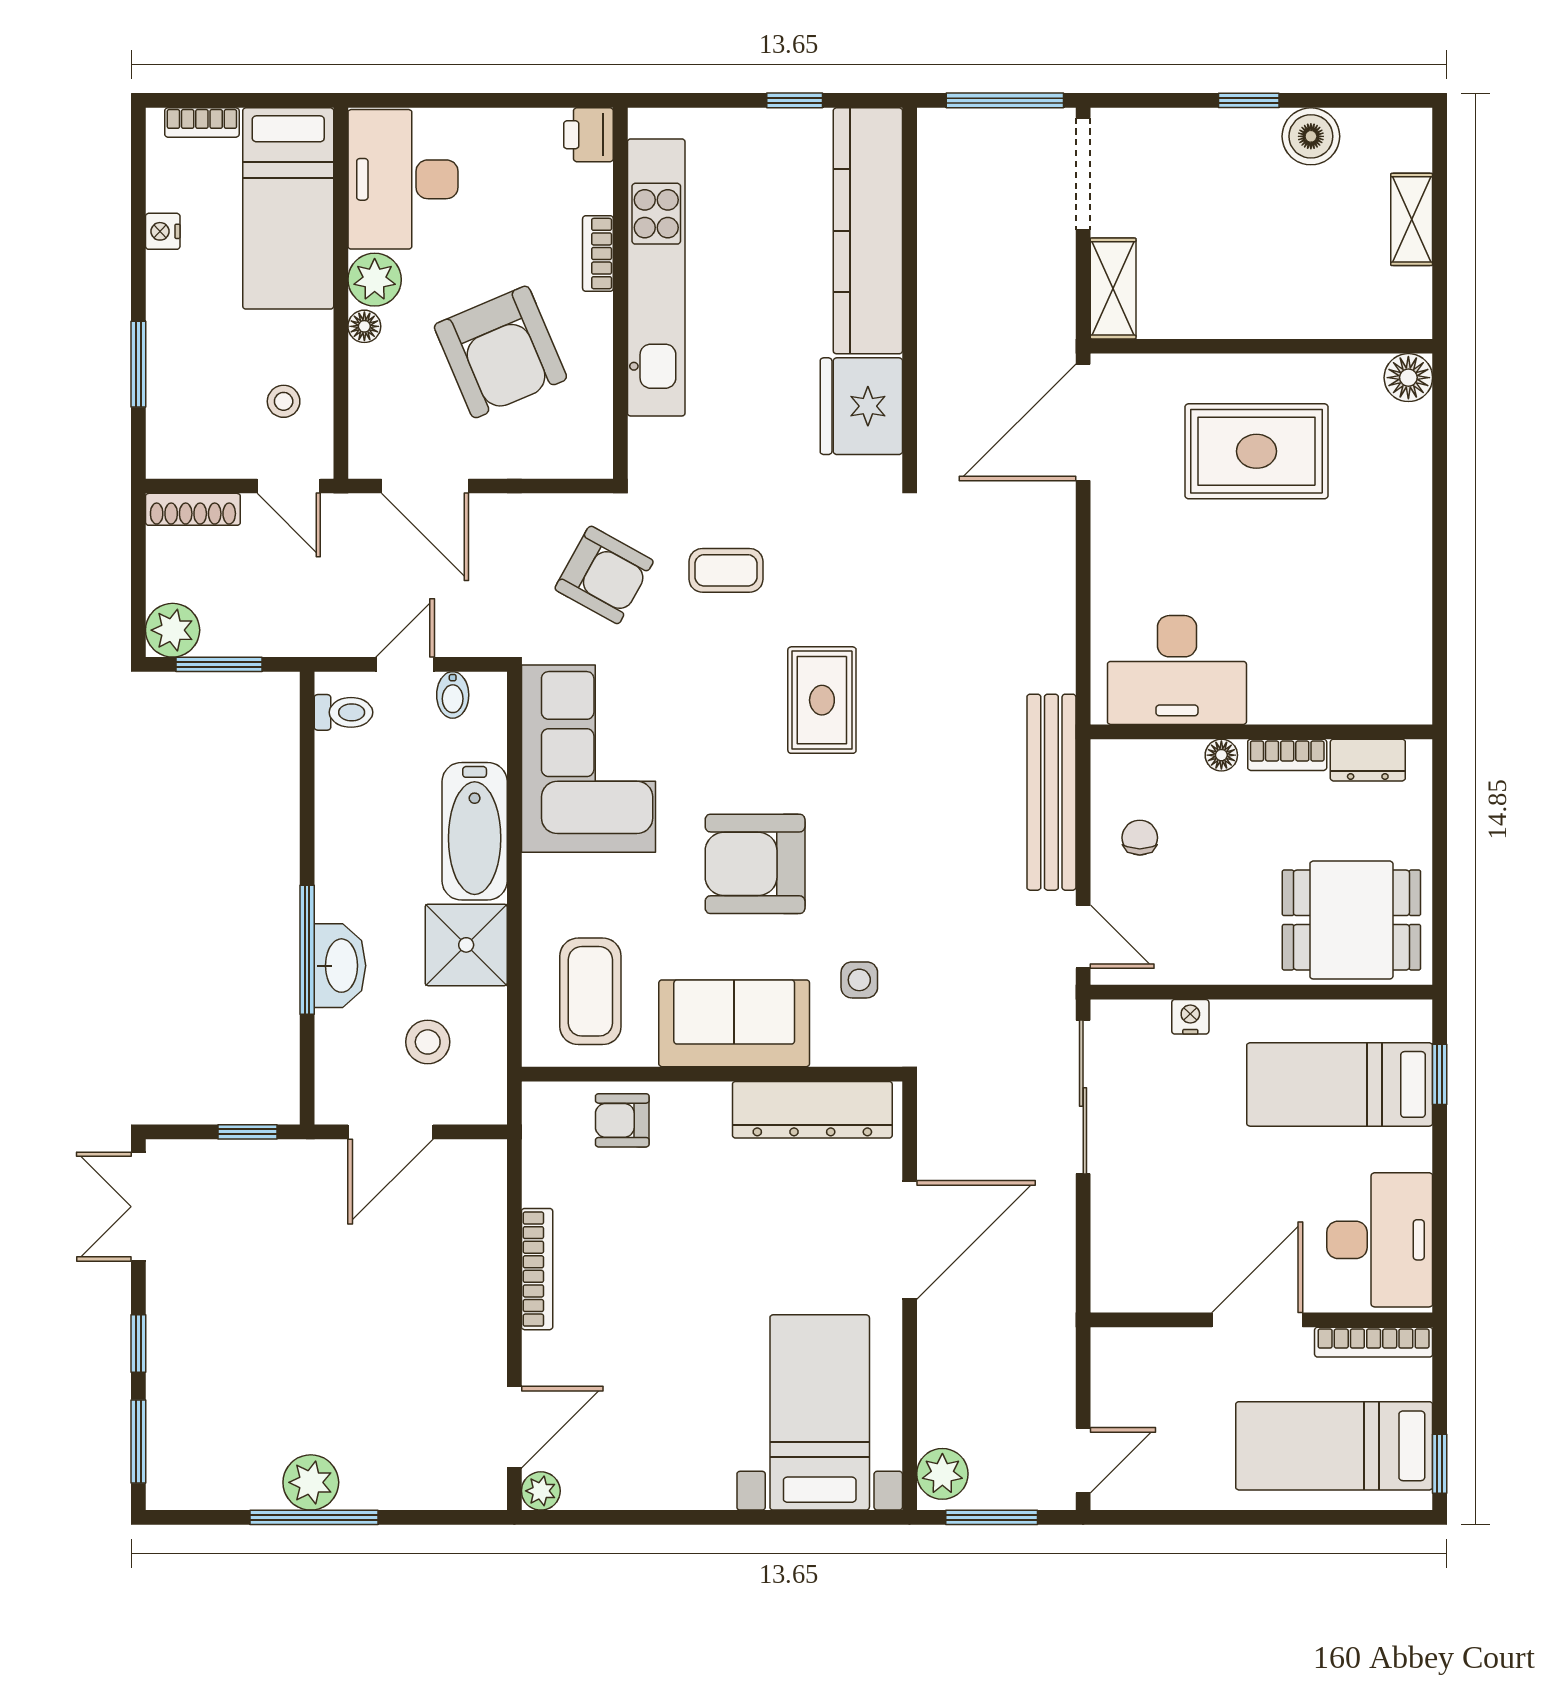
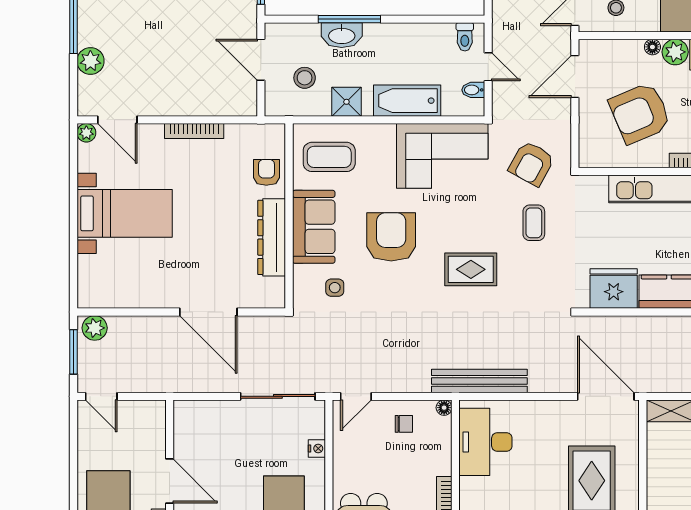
floor lamp: (1221, 755) -> (444, 408), moved
bench: (1051, 792) -> (479, 381), moved
shower: (466, 945) -> (346, 102), width x0.73, depth x0.73
dresser: (812, 1110) -> (272, 237), moved
bed with nightstands: (820, 1412) -> (125, 213), moved
plant: (311, 1482) -> (90, 61), moved

